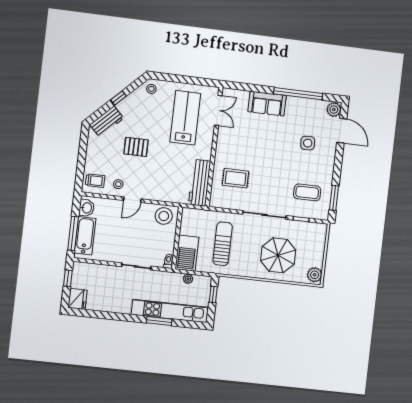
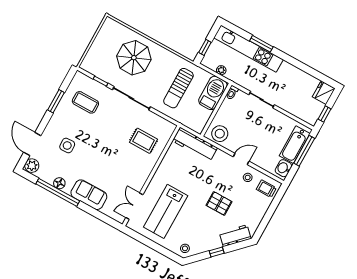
floor lamp: (300, 103) -> (59, 183), added
workbench: (200, 183) -> (195, 144), moved, turned 90
window: (334, 198) -> (56, 101), moved
plant: (315, 275) -> (109, 27), removed

